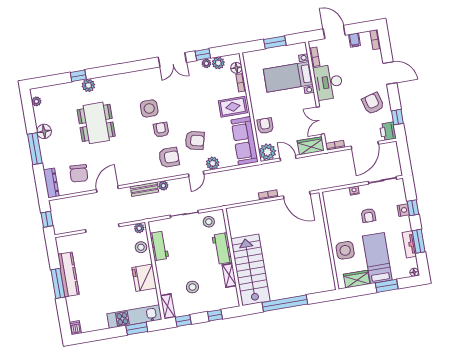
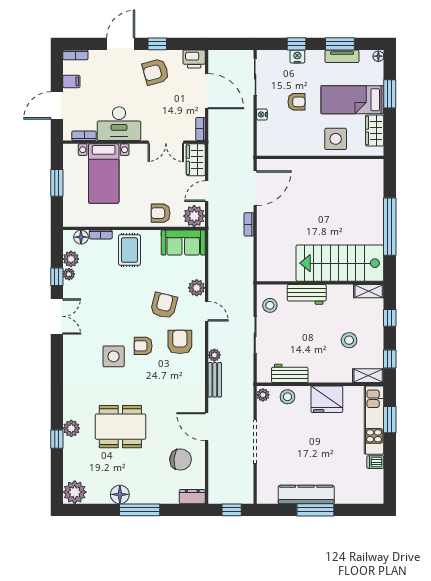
plant: (36, 101) -> (75, 492), width x1.87, depth x1.87
window: (397, 117) -> (157, 44), moved
sofa: (245, 141) -> (183, 243), width x0.73
dresser: (51, 183) -> (192, 497), width x0.70
shelving: (229, 275) -> (369, 291), moved
dishwasher: (75, 328) -> (375, 462), moved

